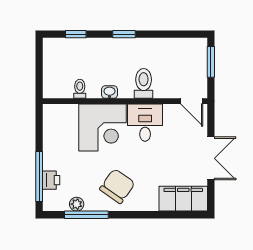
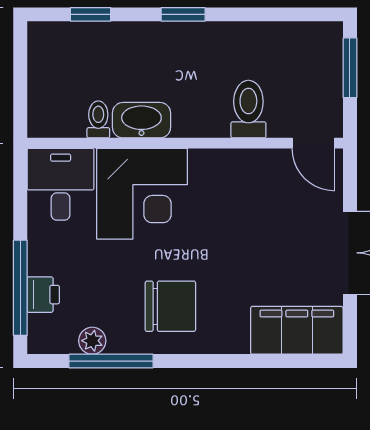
toilet: (144, 83) -> (248, 109), moved
washbasin: (110, 92) -> (141, 120), width x1.91, depth x1.45
desk: (145, 123) -> (61, 184), moved
chair: (117, 186) -> (170, 306), turned 55

